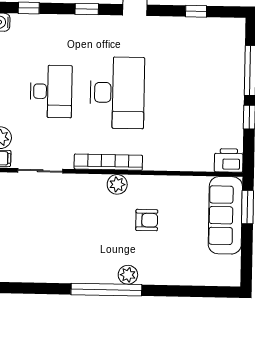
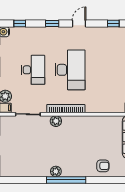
plant: (117, 184) -> (56, 121), moved
armchair: (147, 220) -> (103, 166), moved
plant: (128, 275) -> (56, 171), moved

